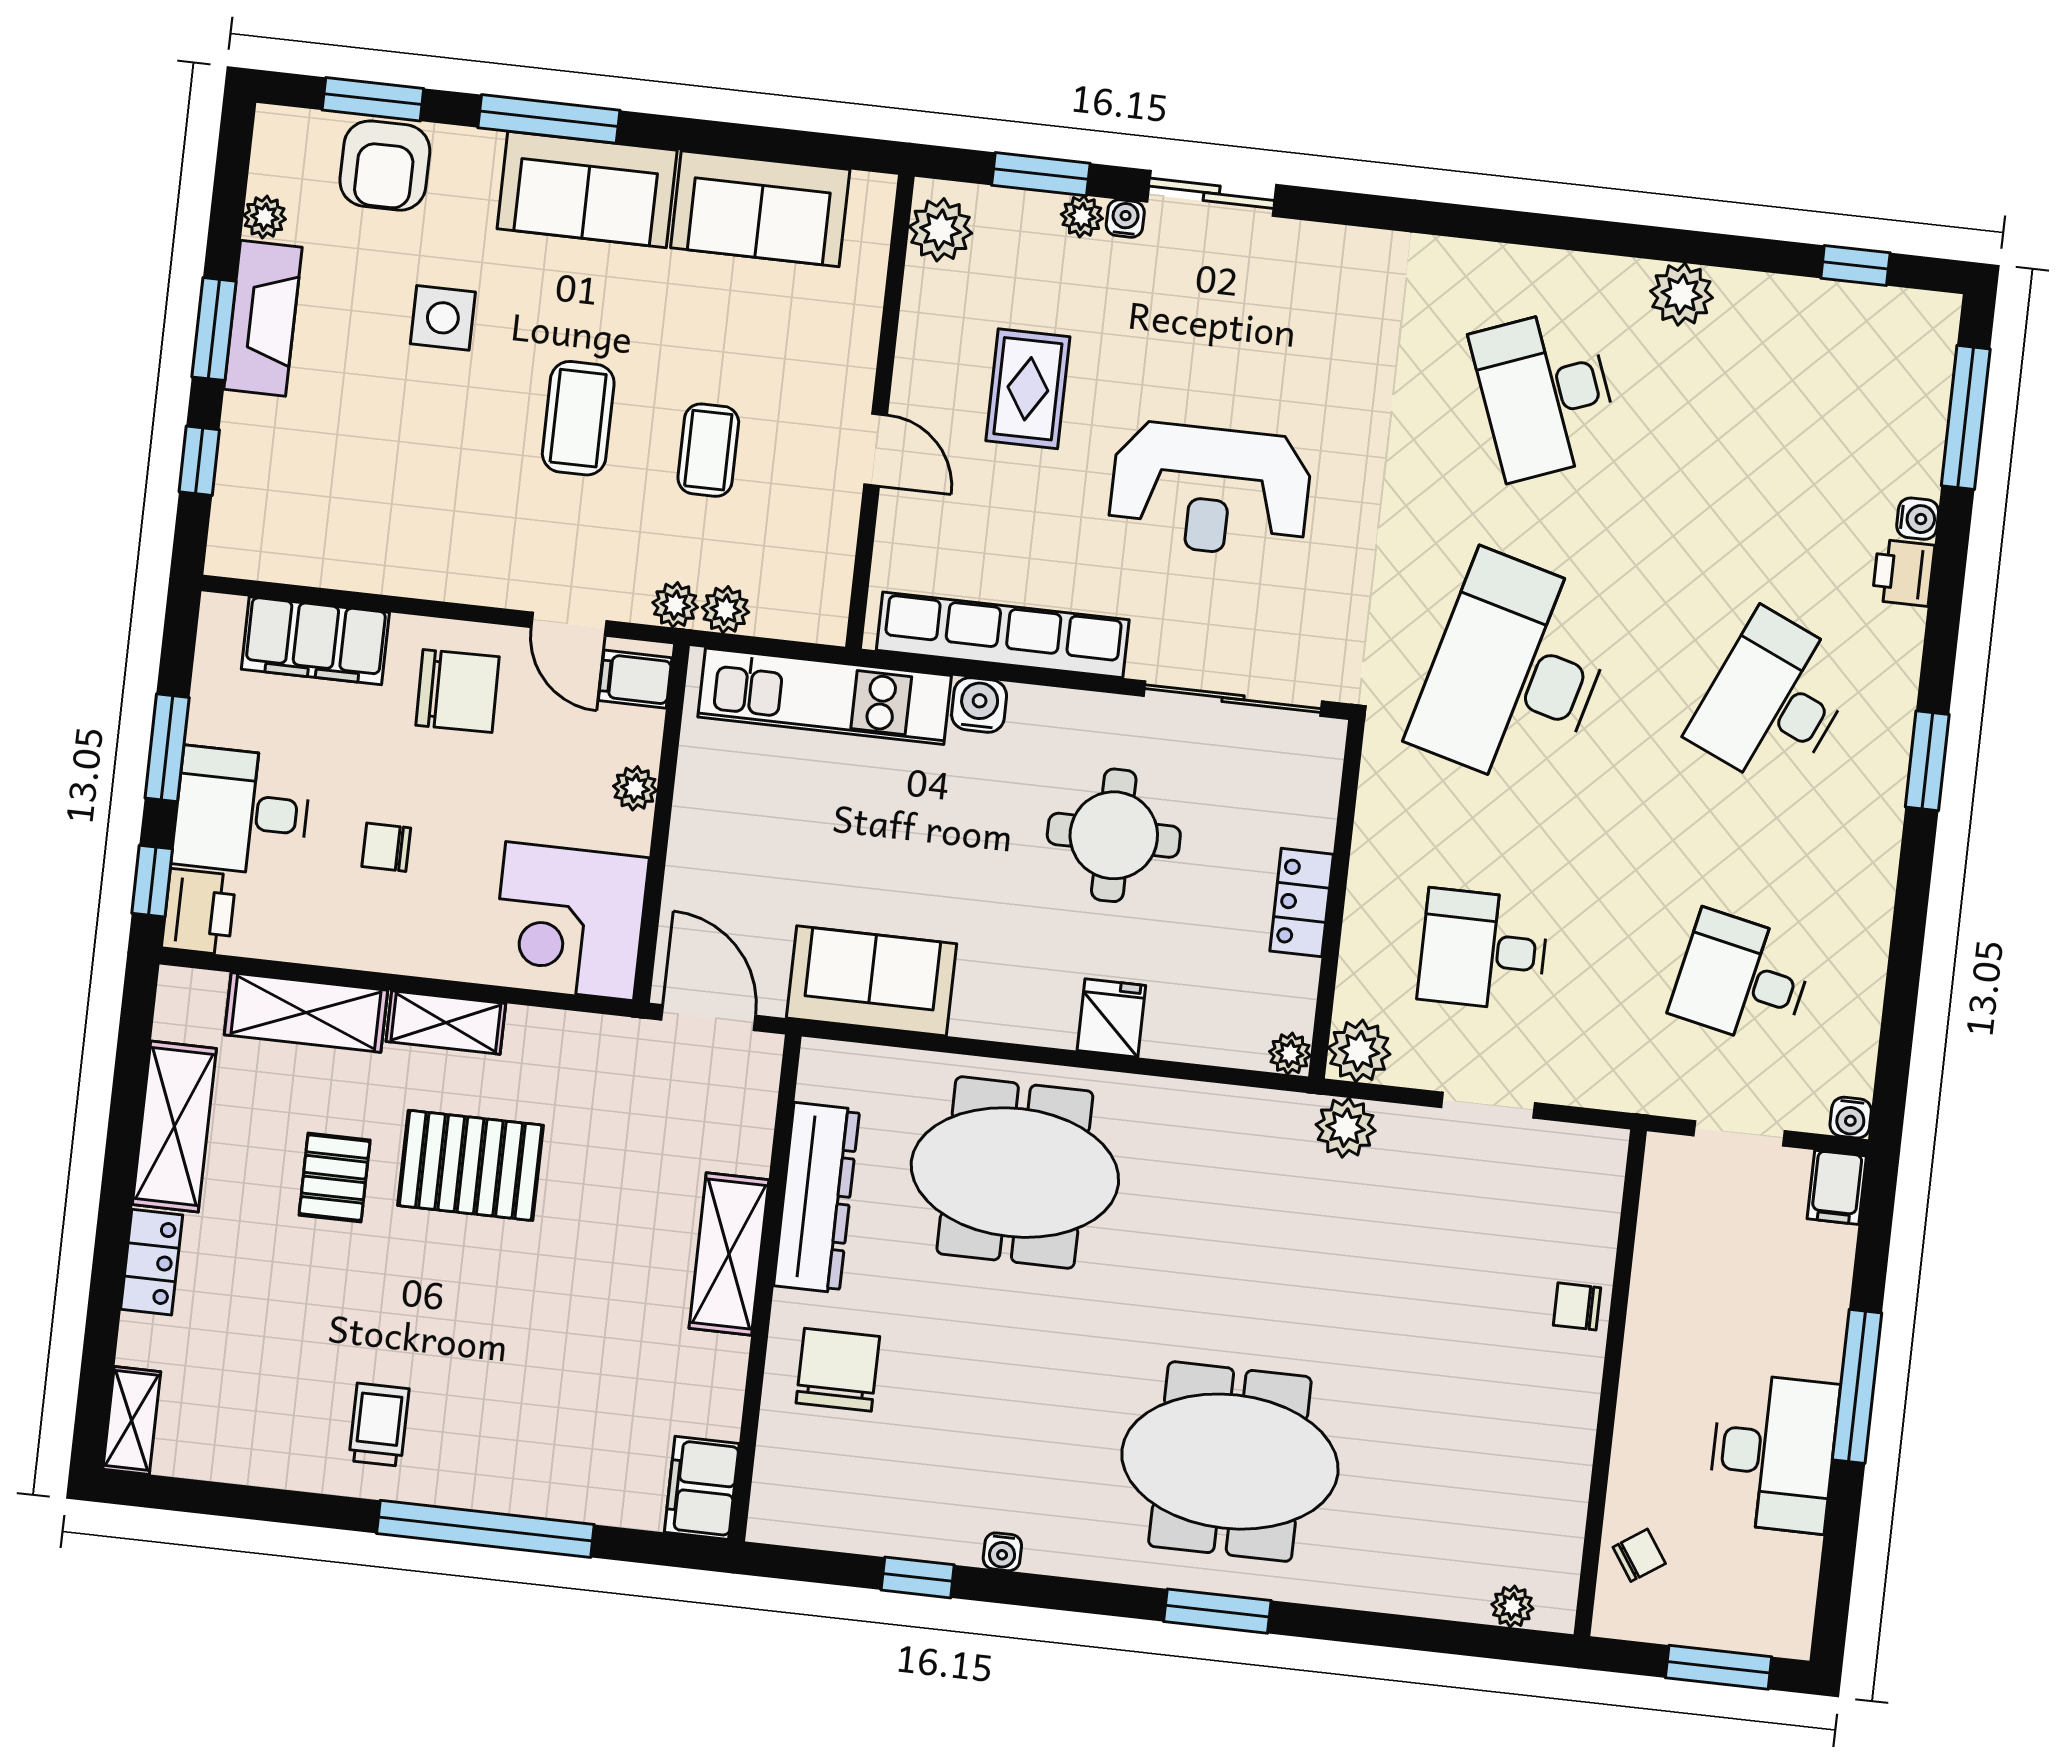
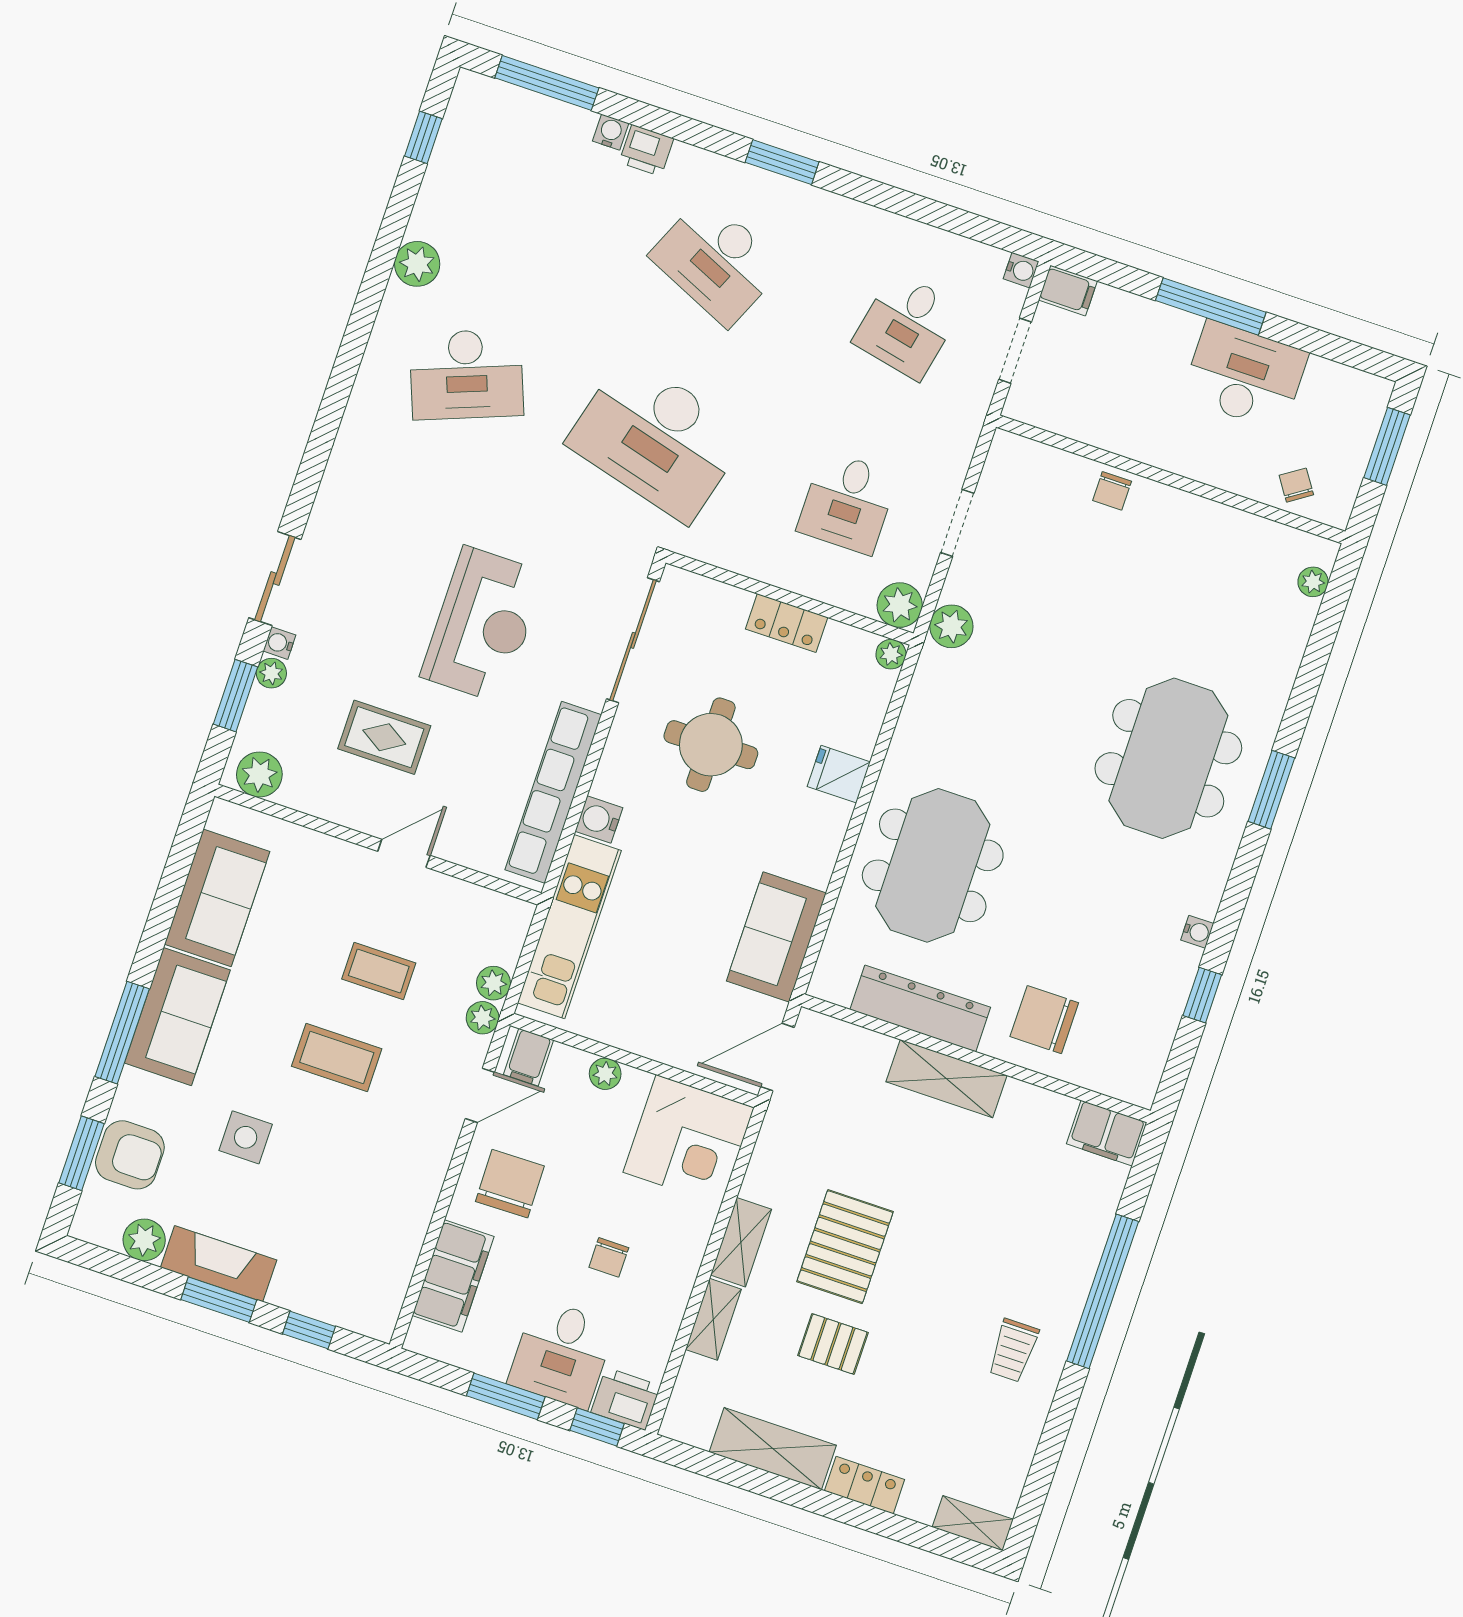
plant: (265, 217) -> (144, 1240), width x1.38, depth x1.38
shelving: (306, 1013) -> (713, 1319), width x0.67, depth x0.75
trolley: (379, 1425) -> (1013, 1350), turned -90

